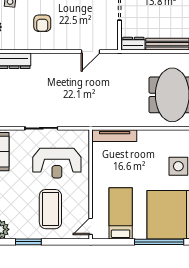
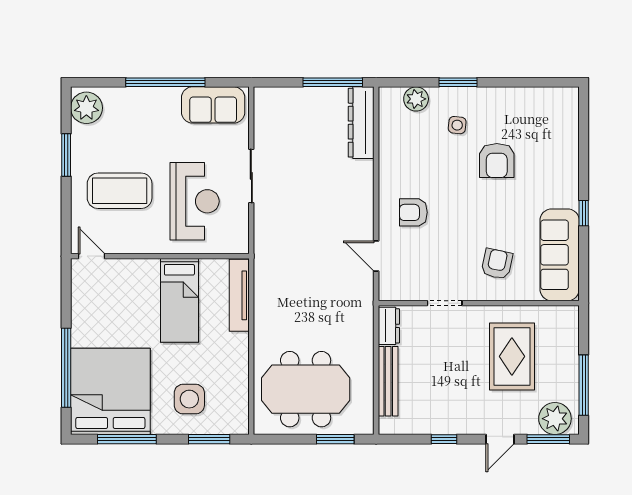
armchair: (42, 23) -> (413, 212), moved
reception desk: (57, 163) -> (195, 201), turned 180
bed: (121, 213) -> (179, 300), moved, turned 90

